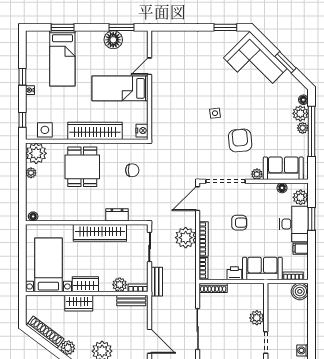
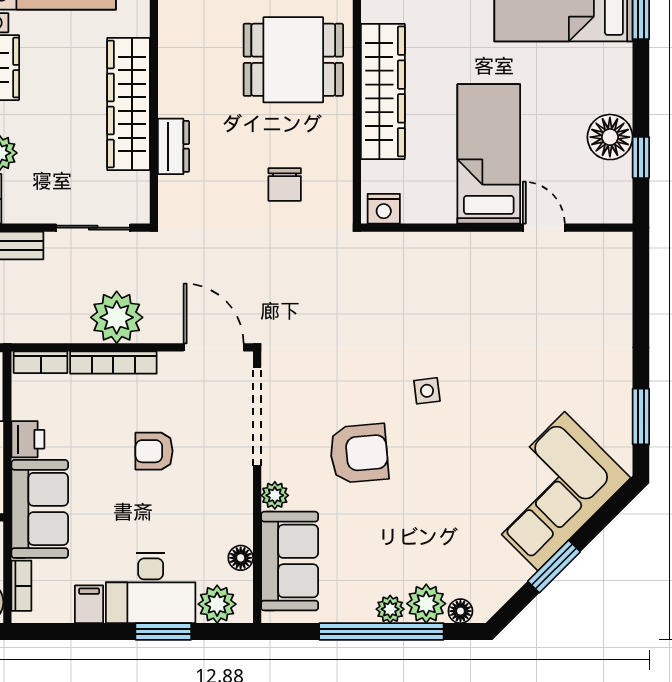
window: (121, 27) -> (641, 158), width x0.67
armchair: (239, 223) -> (154, 451), turned 90

